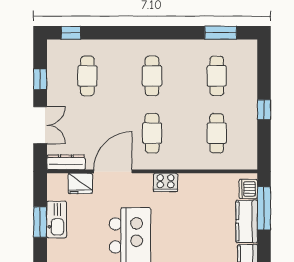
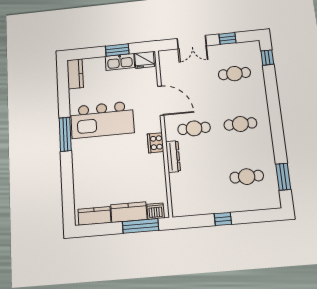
cafe table: (217, 133) -> (199, 181), removed
dresser: (66, 162) -> (173, 156), moved
fridge: (80, 183) -> (145, 60), moved, turned -90

